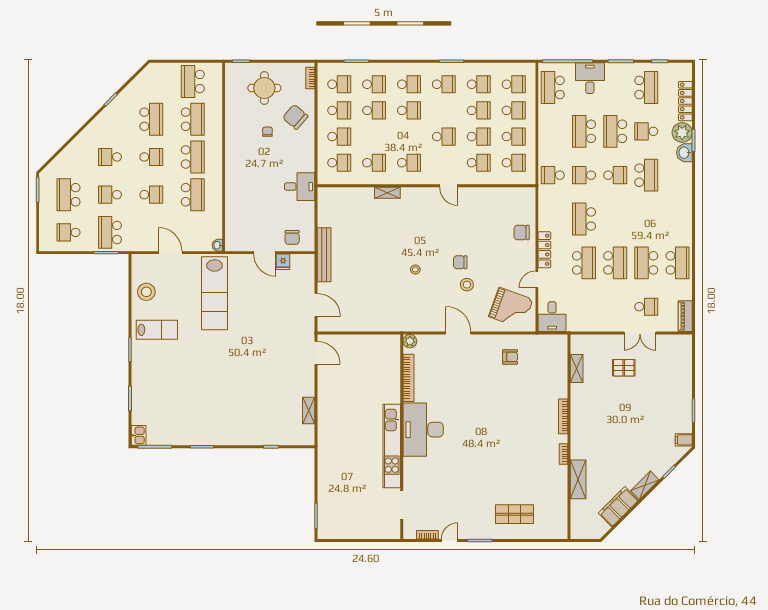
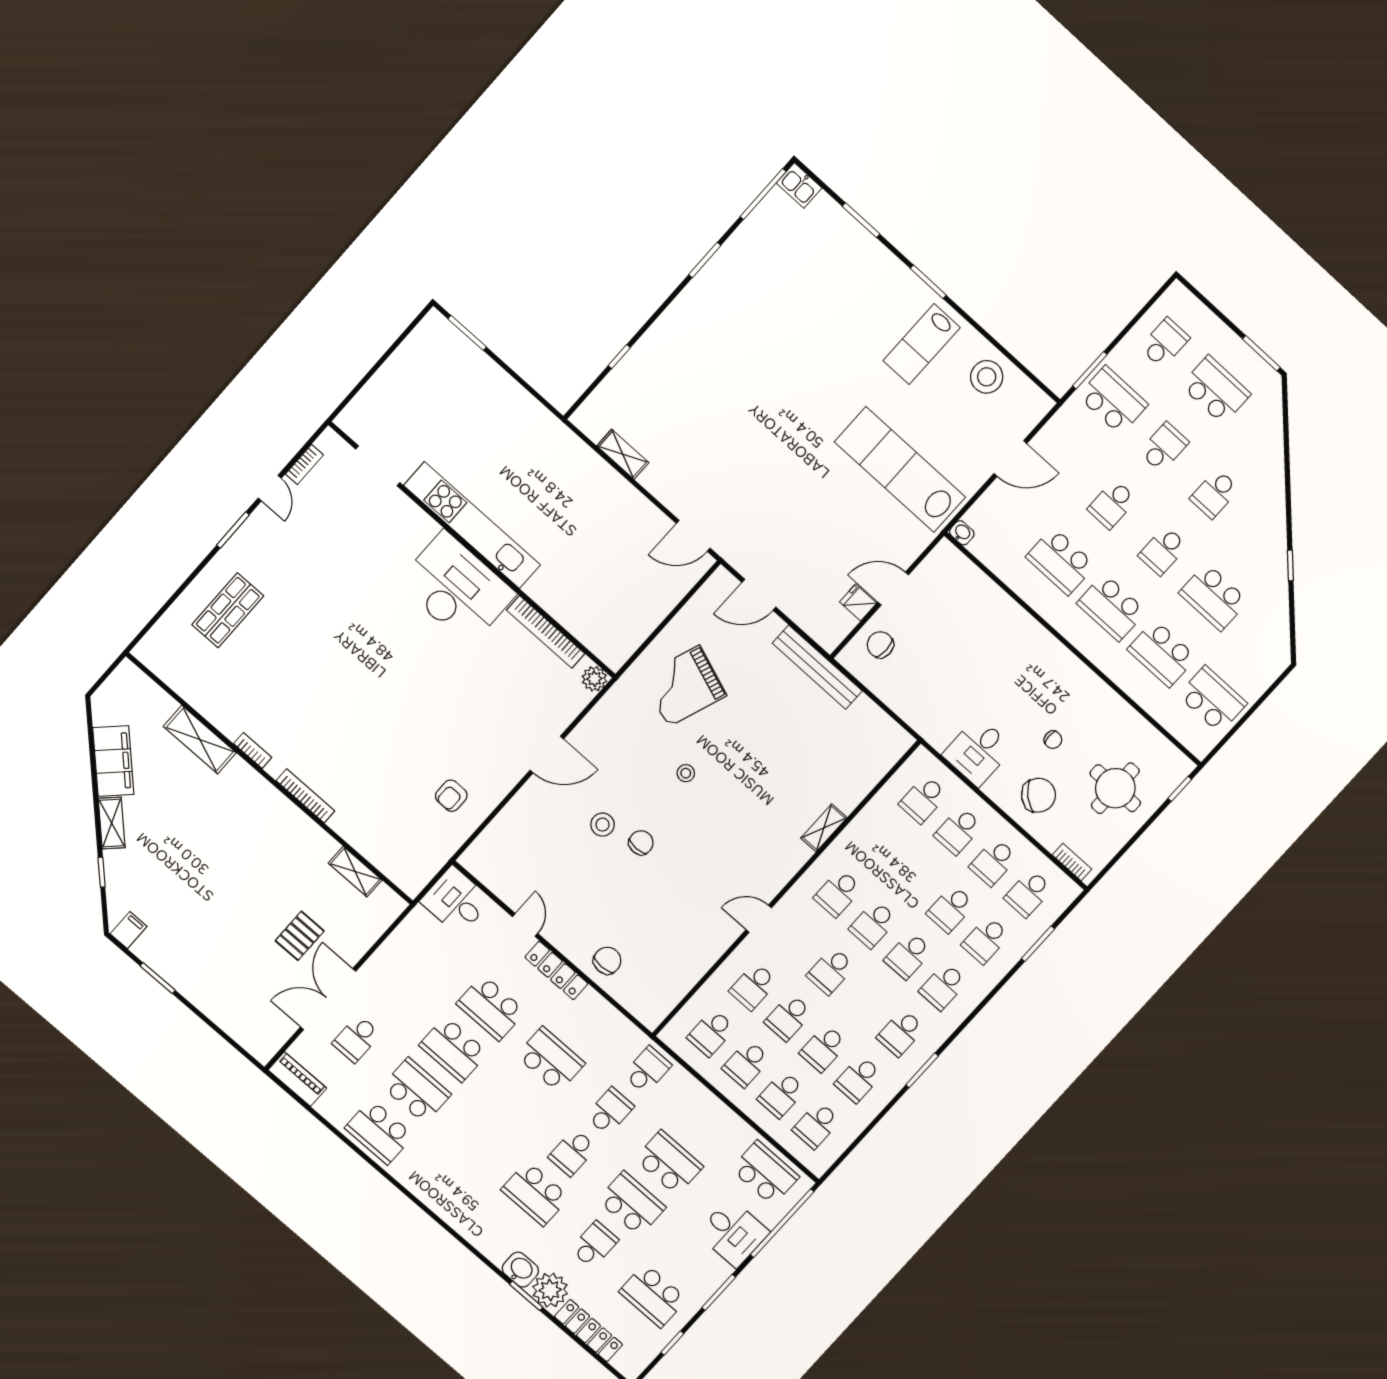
school desk: (110, 157) -> (1215, 494), turned 180
school desk: (374, 163) -> (873, 924), moved
desk: (300, 187) -> (978, 751), moved
grand piano: (511, 308) -> (684, 686), moved
double door: (640, 333) -> (328, 999), width x1.37

